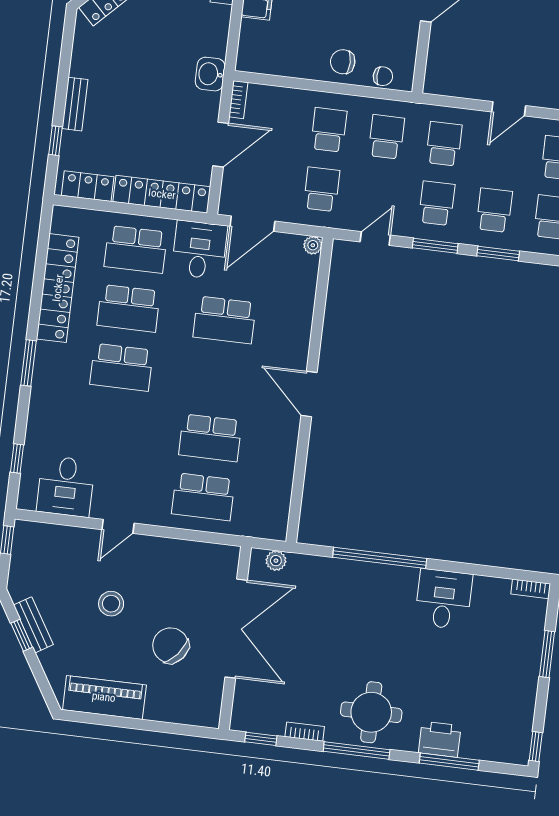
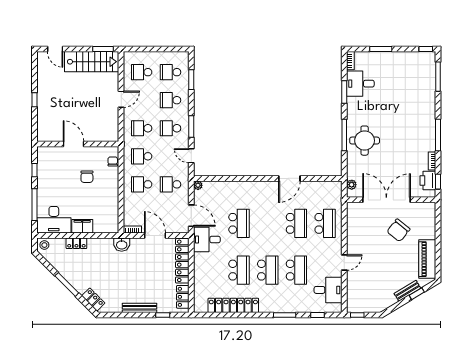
chair: (343, 62) -> (87, 177), moved
bench: (75, 104) -> (139, 308), width x1.36
door: (509, 109) -> (121, 99), hinge flipped
school desk: (136, 249) -> (296, 270), moved
window: (498, 253) -> (191, 80), moved
window: (29, 363) -> (285, 315), moved
door: (309, 394) -> (289, 178), moved
door: (118, 526) -> (344, 263), hinge flipped
window: (380, 558) -> (344, 135), width x0.68
window: (468, 569) -> (344, 92), added
desk: (444, 599) -> (360, 84), moved
stool: (111, 604) -> (382, 261), removed
bench: (33, 625) -> (407, 291), moved
window: (22, 635) -> (417, 294), moved
round table: (371, 712) -> (365, 141), moved
printer: (440, 739) -> (428, 181), moved
window: (449, 762) -> (438, 77), moved

